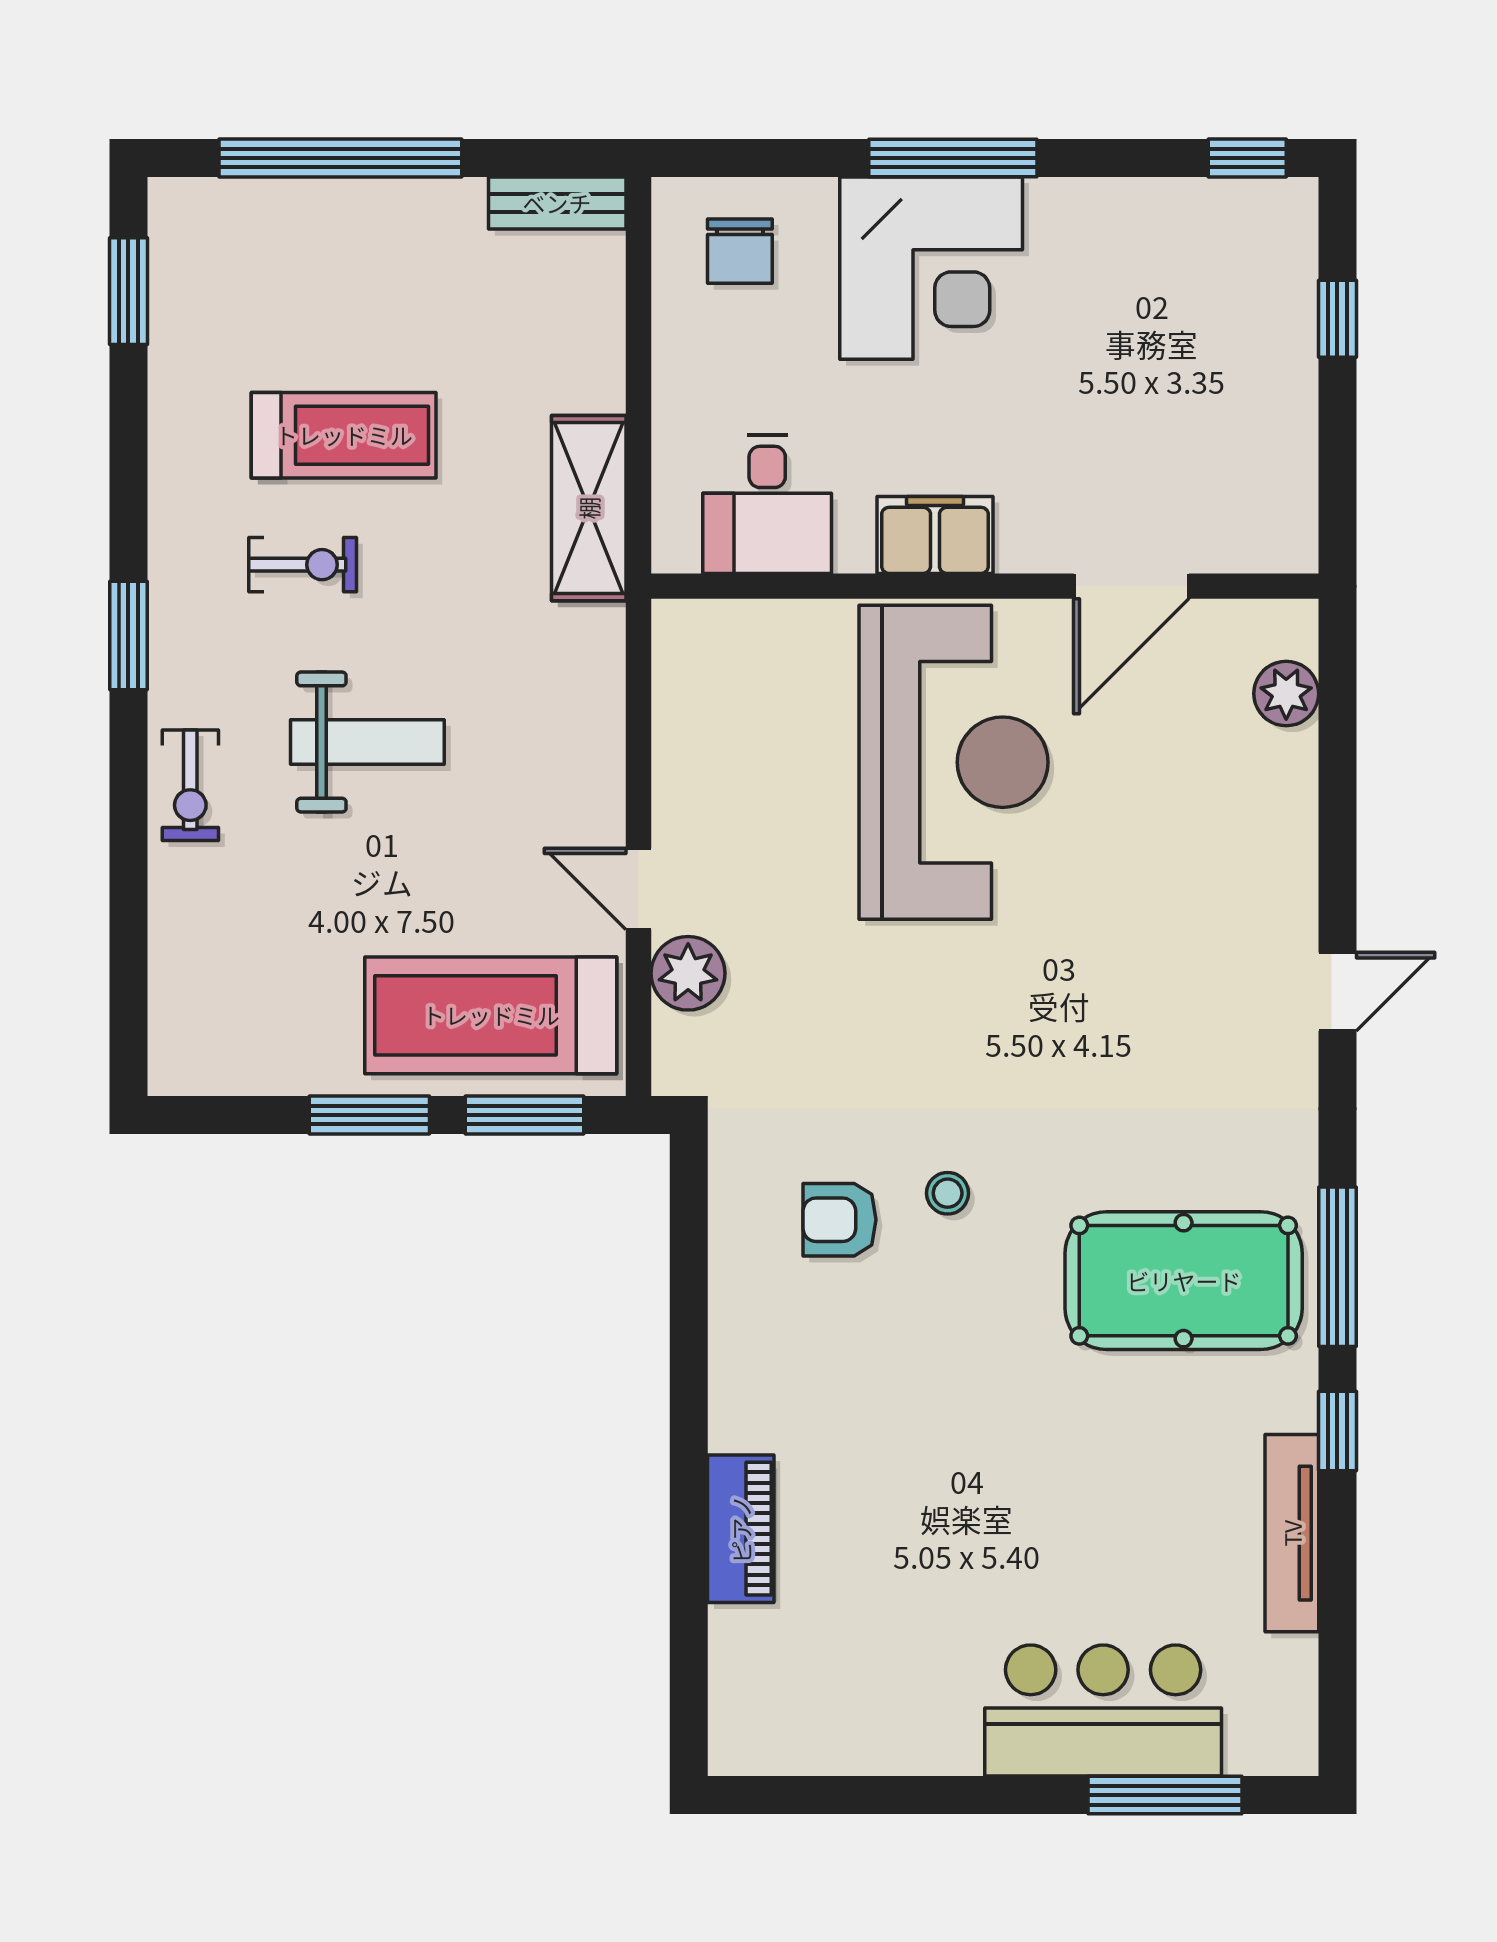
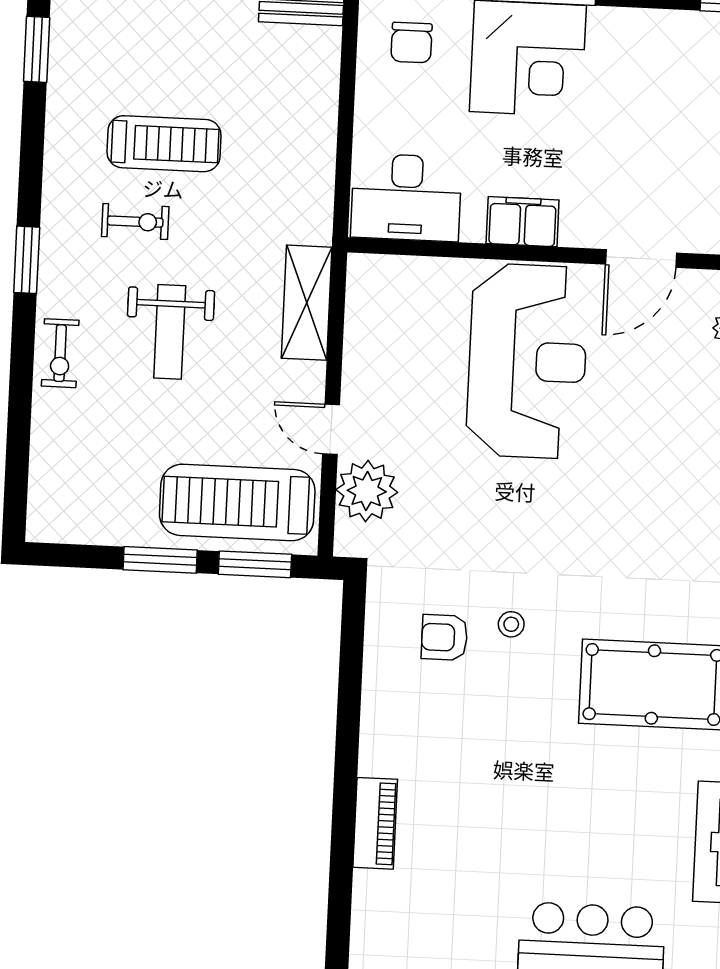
desk: (767, 504) -> (406, 197), width x1.37
shelving: (589, 508) -> (307, 303), moved
weight bench: (367, 742) -> (170, 332), turned 90
plant: (688, 973) -> (367, 491), width x1.36, depth x1.36

